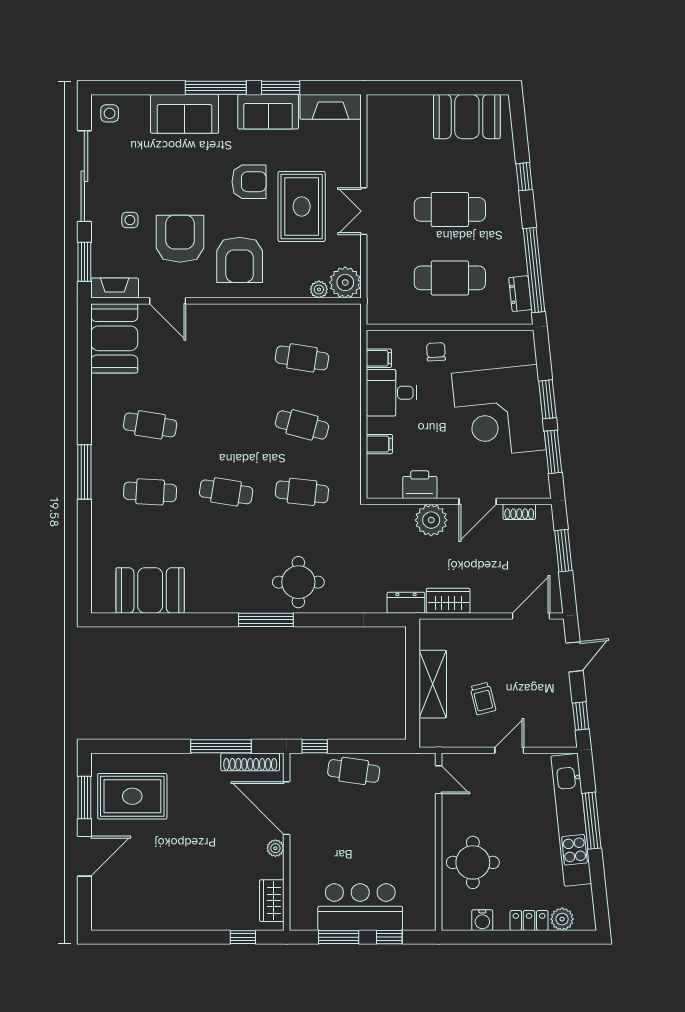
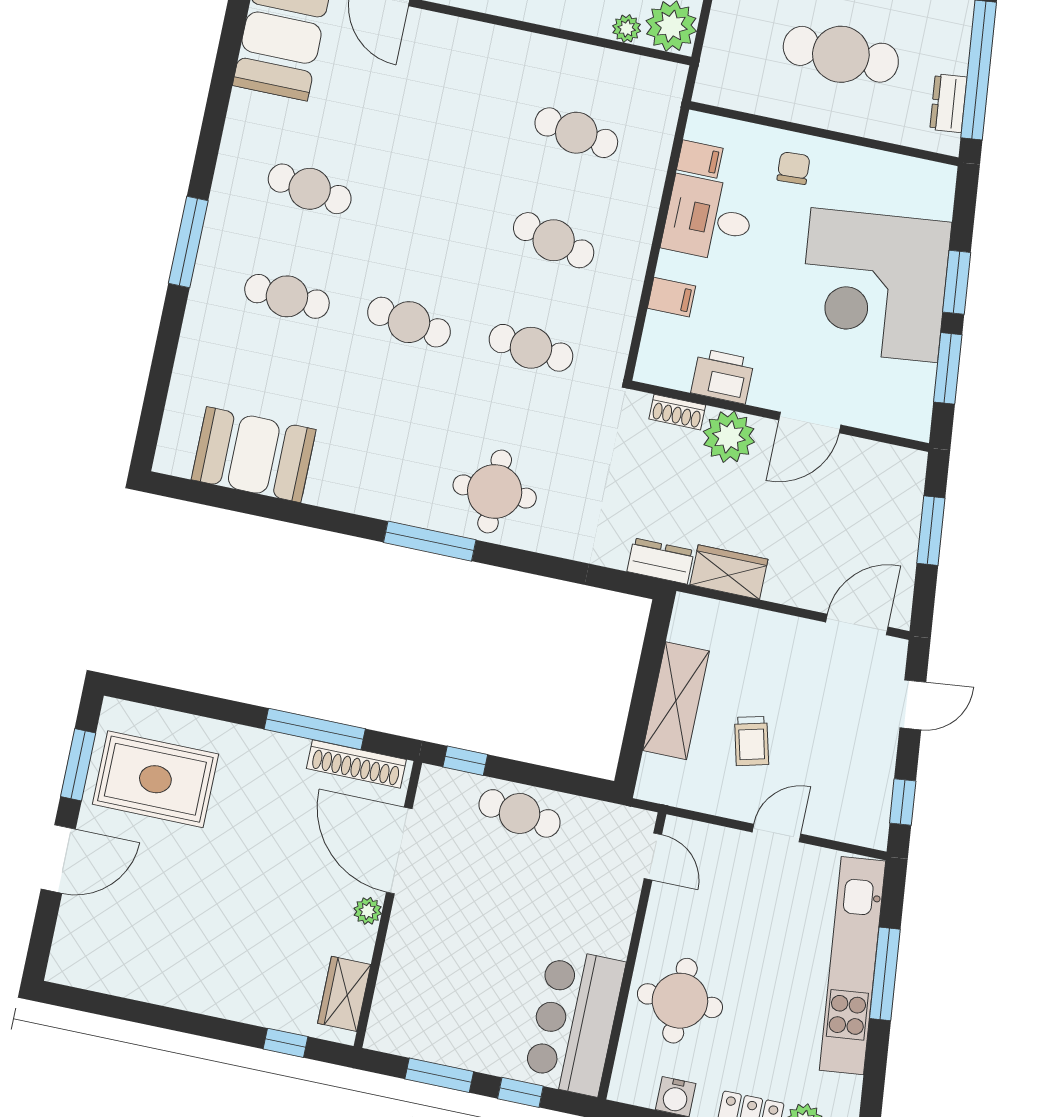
shoe rack: (519, 512) -> (677, 412), moved
bar counter: (360, 907) -> (574, 1022), moved, turned -90

